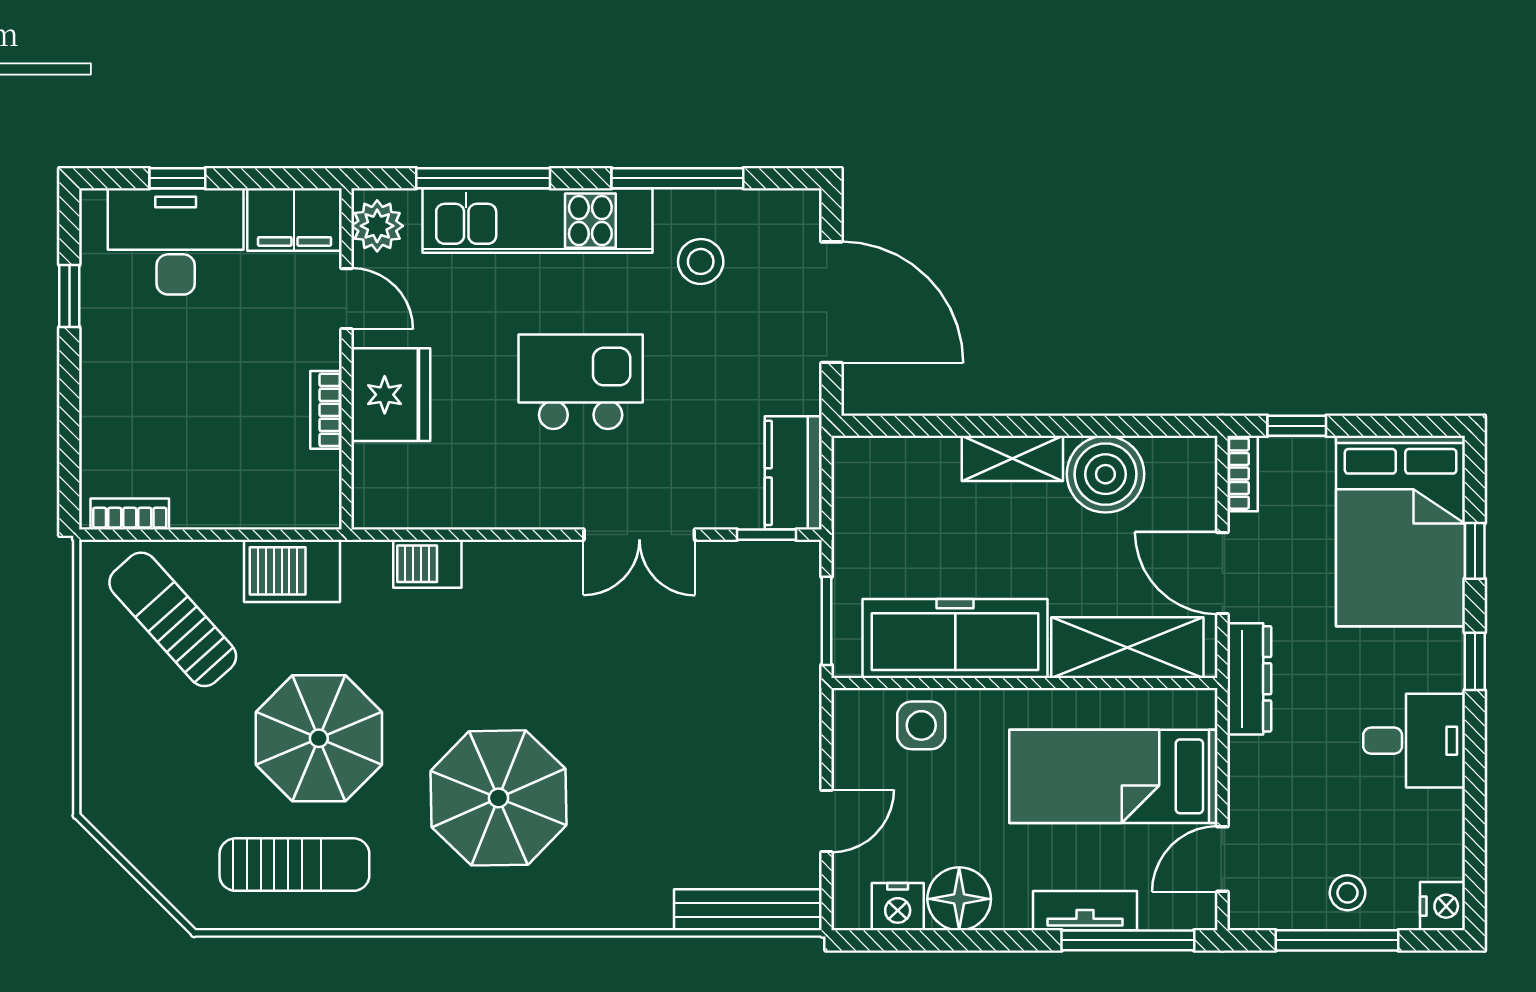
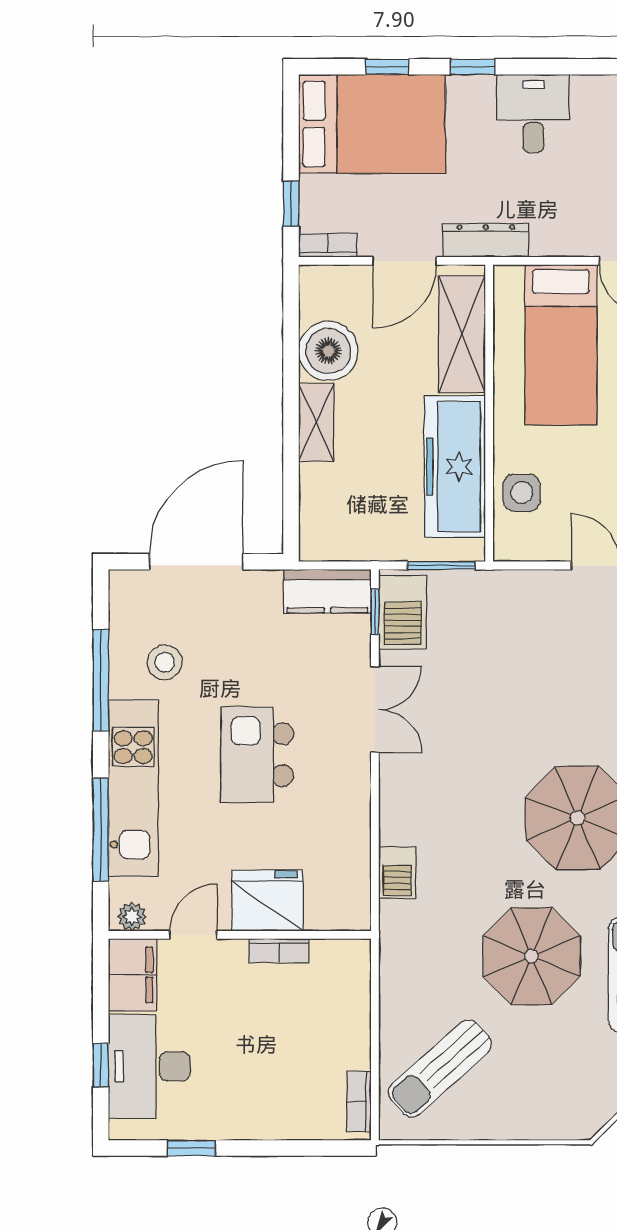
plant: (377, 226) -> (132, 917), width x0.73, depth x0.73
barbecue: (292, 571) -> (403, 612), moved

